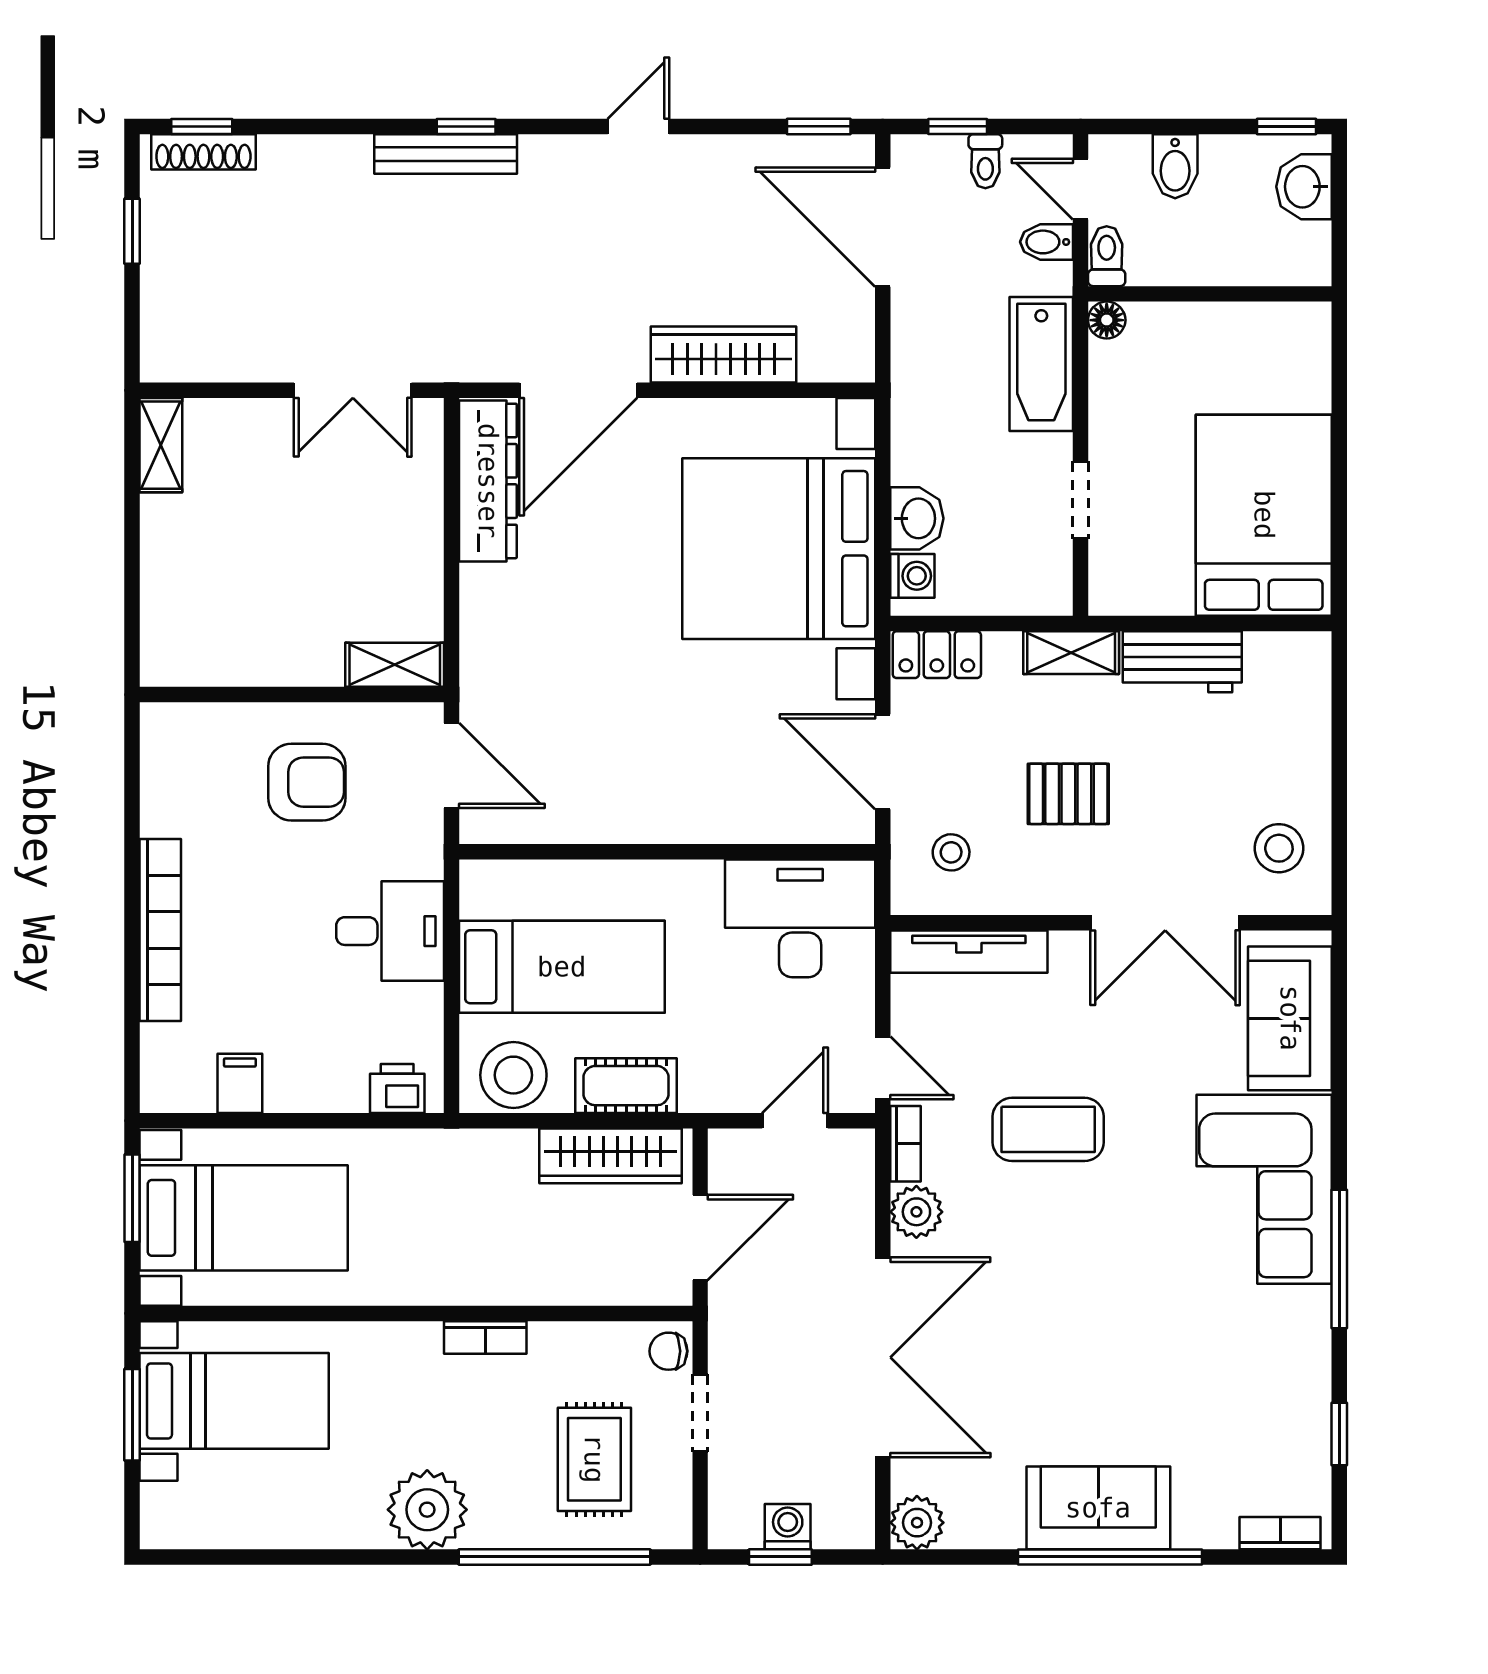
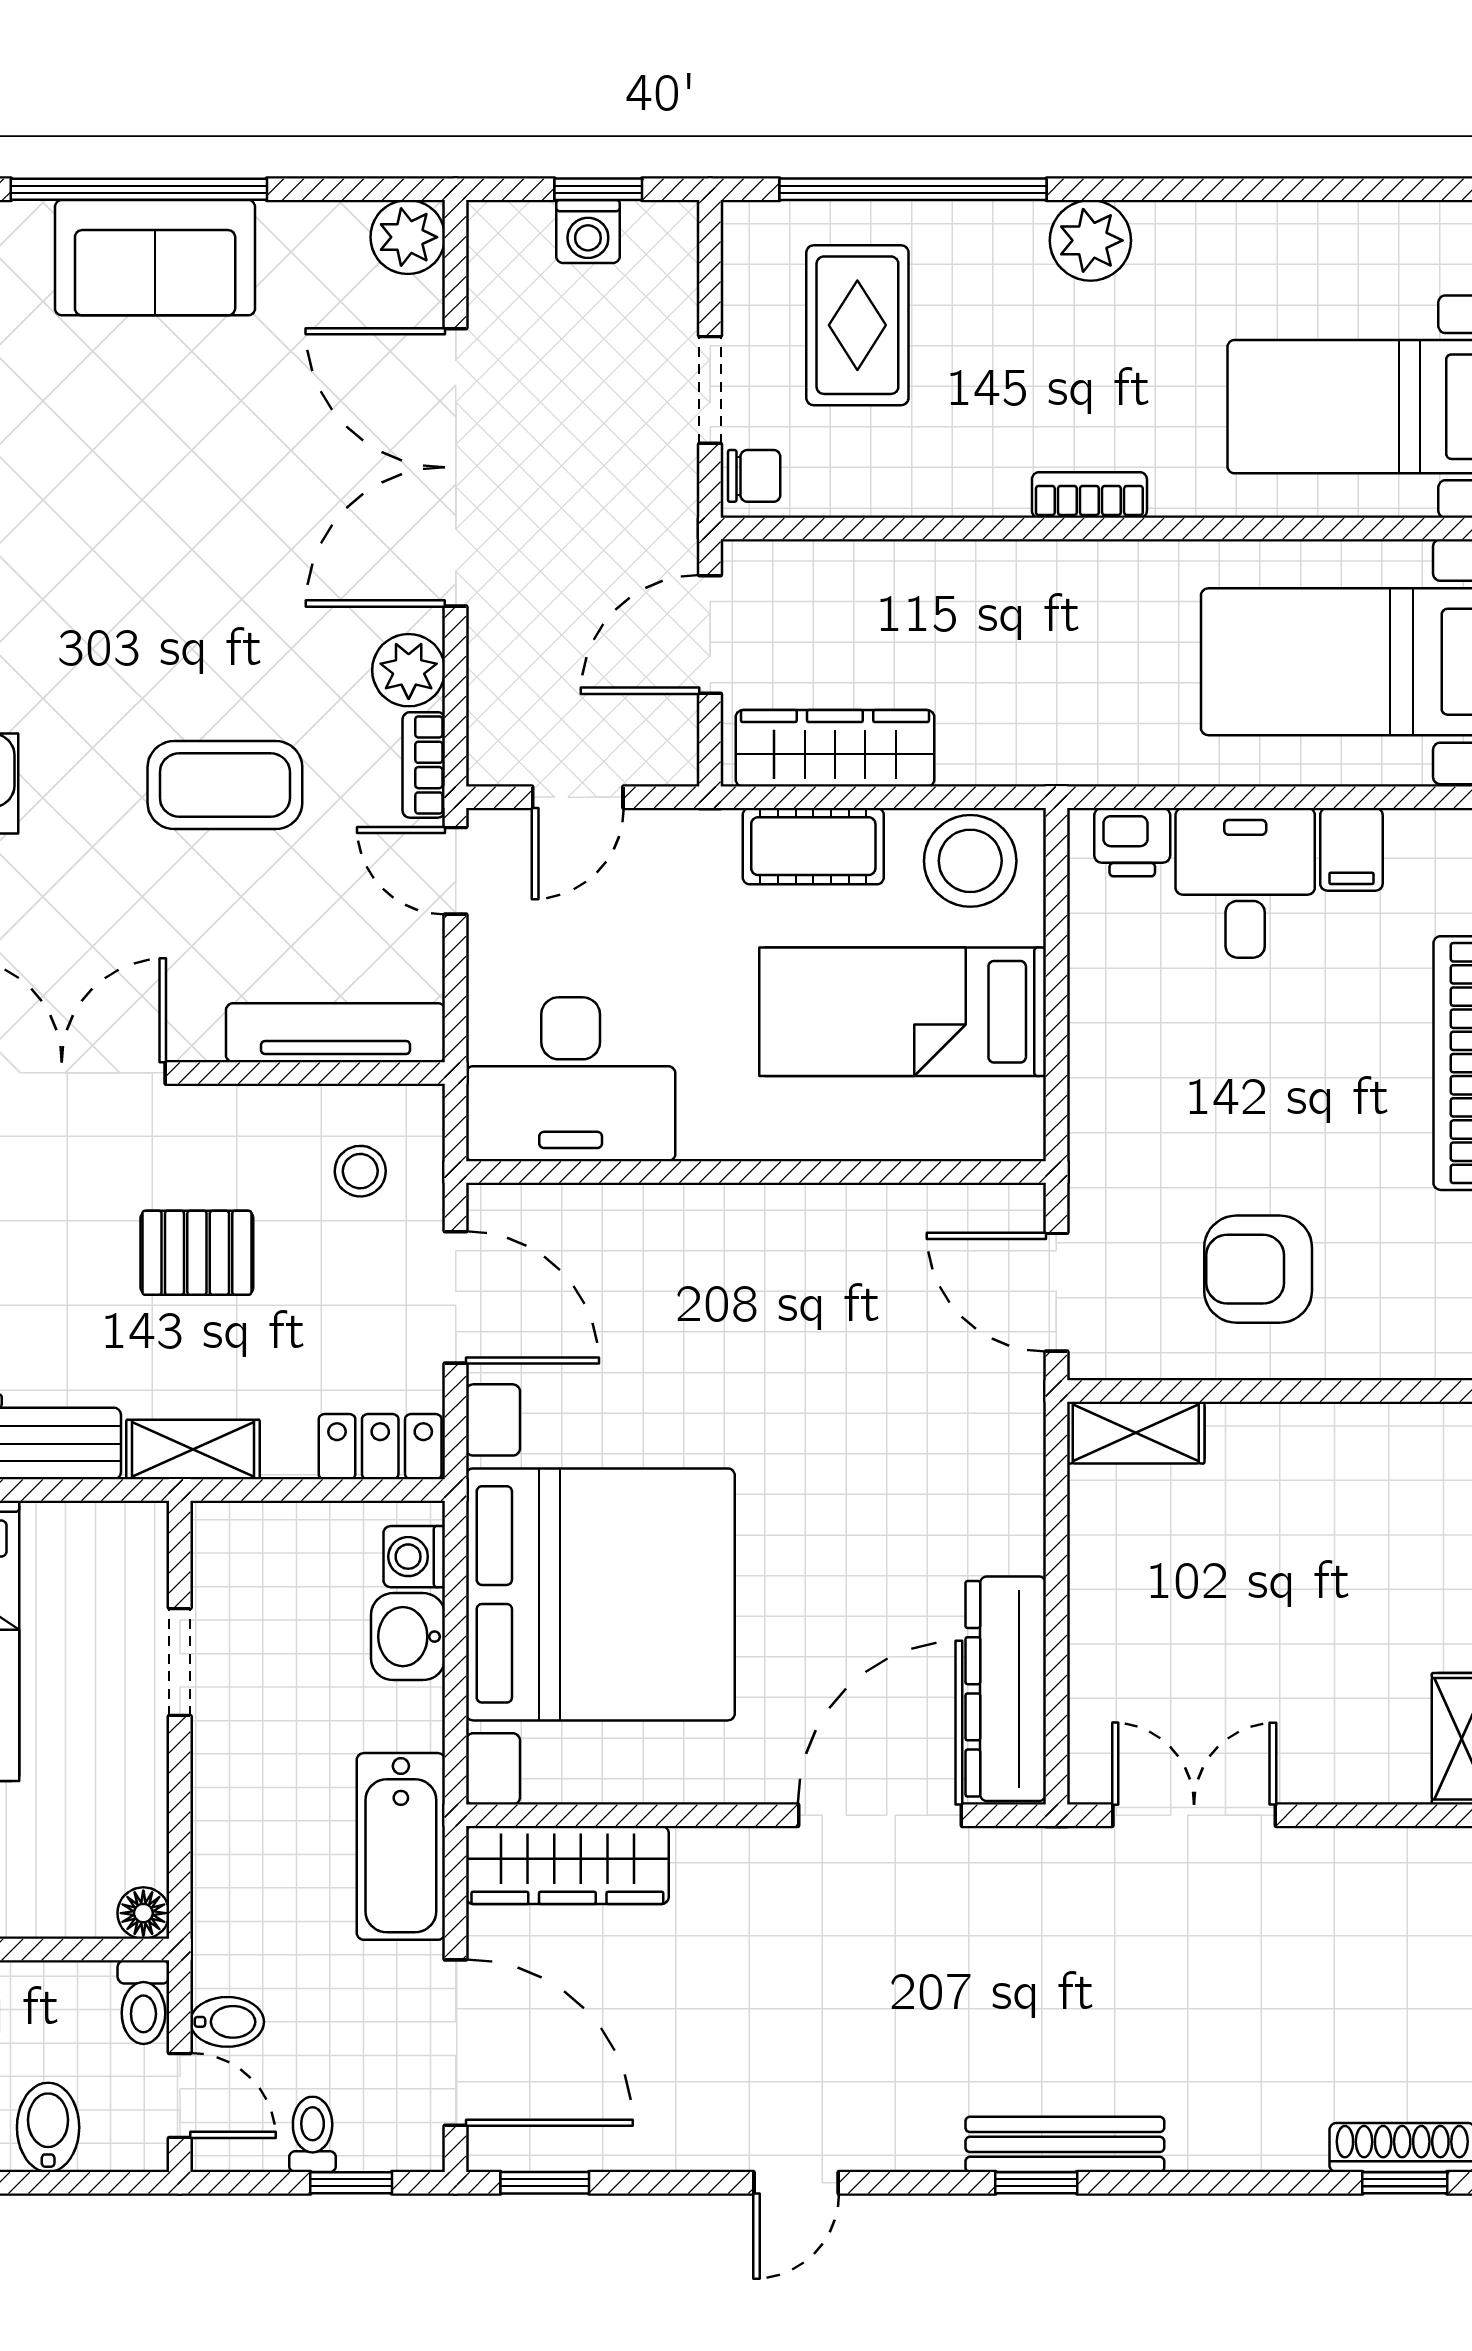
wardrobe: (724, 355) -> (567, 1865), moved
bathtub: (1041, 364) -> (401, 1846), moved, turned 180
desk: (390, 931) -> (1245, 883), moved, turned 90
bookcase: (485, 1337) -> (1089, 495), moved
plant: (427, 1510) -> (1090, 240), width x0.73, depth x0.73

